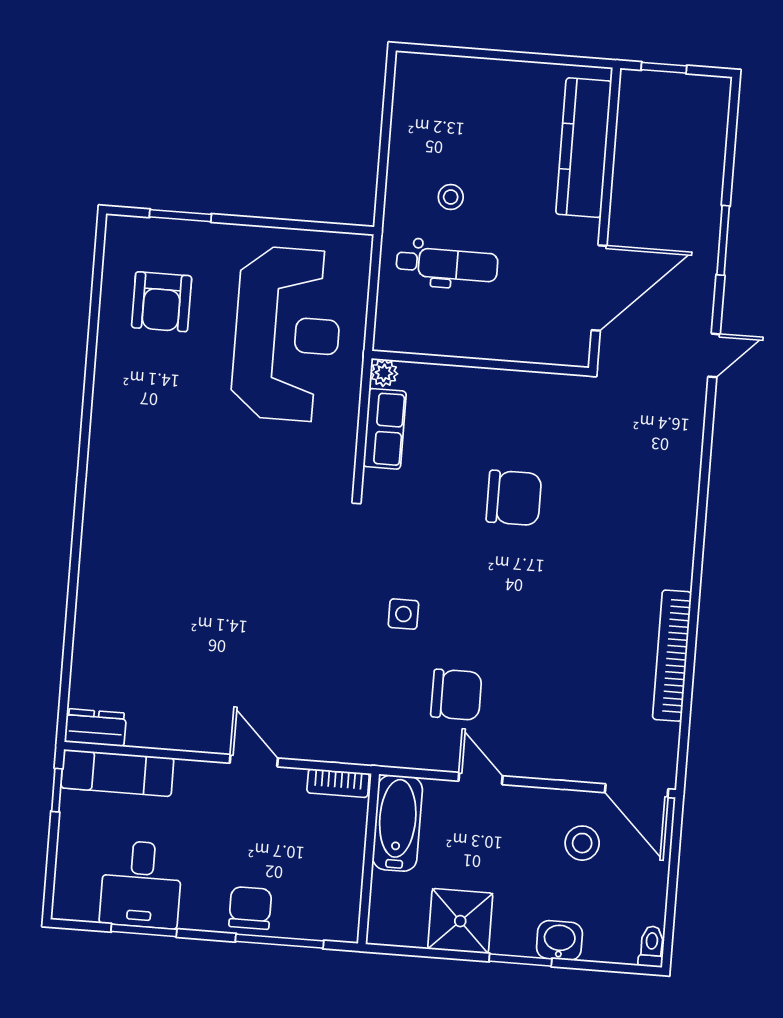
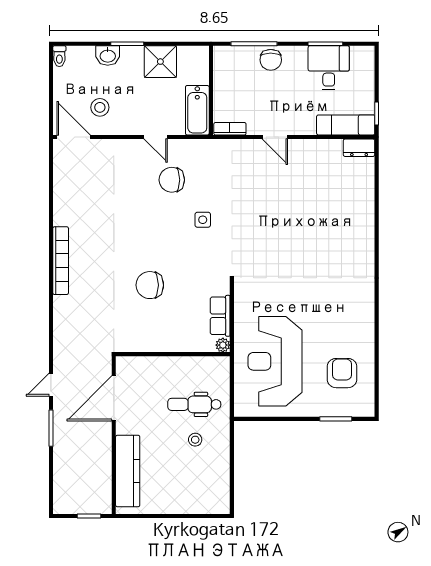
door: (714, 355) -> (51, 385), moved
bookcase: (672, 656) -> (61, 261), moved

